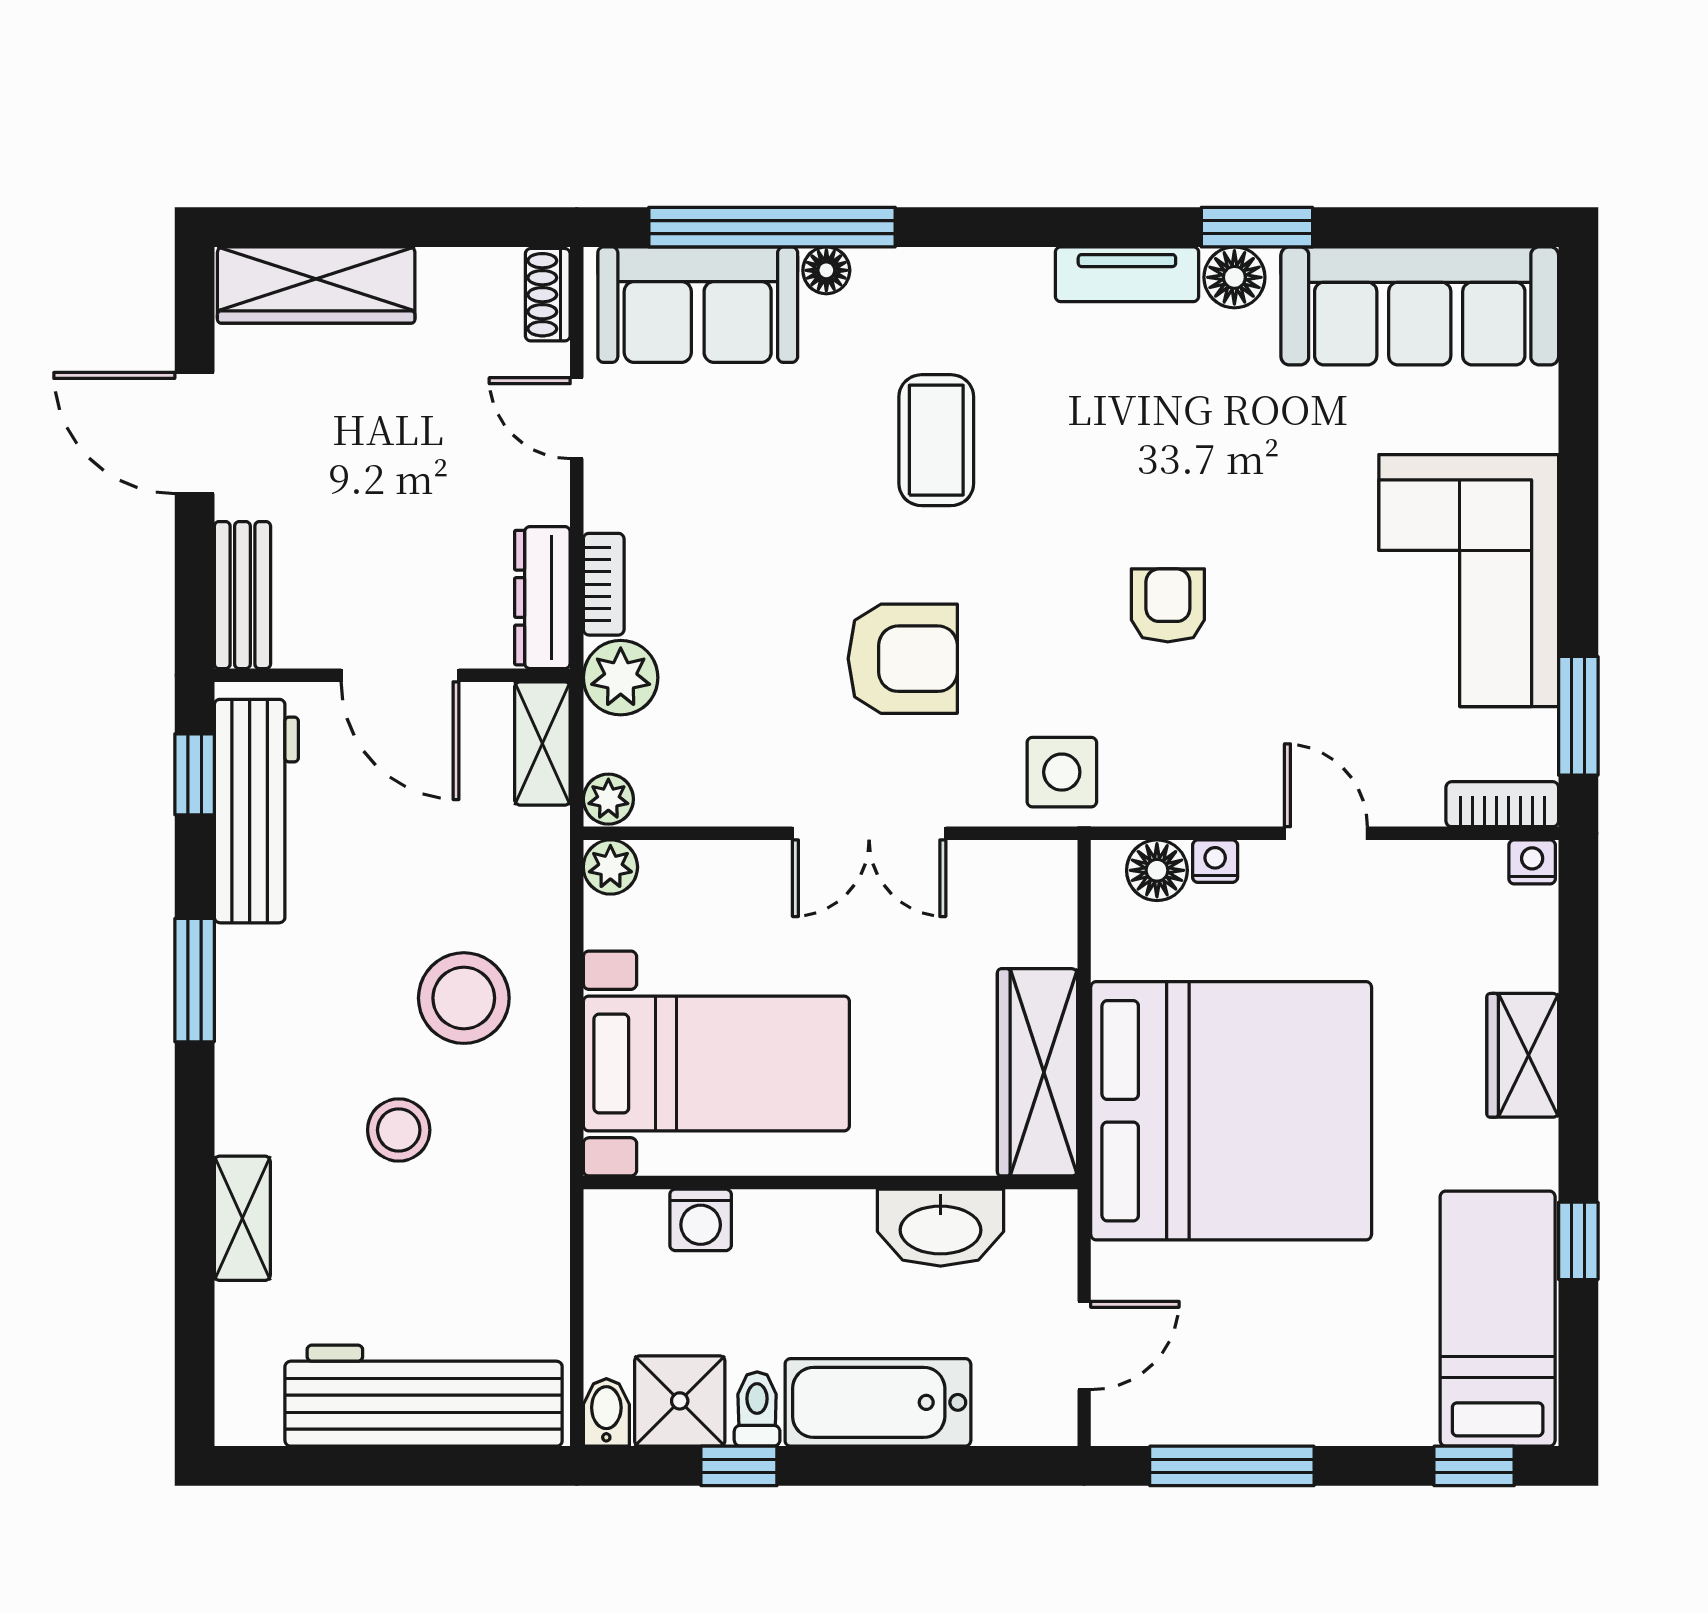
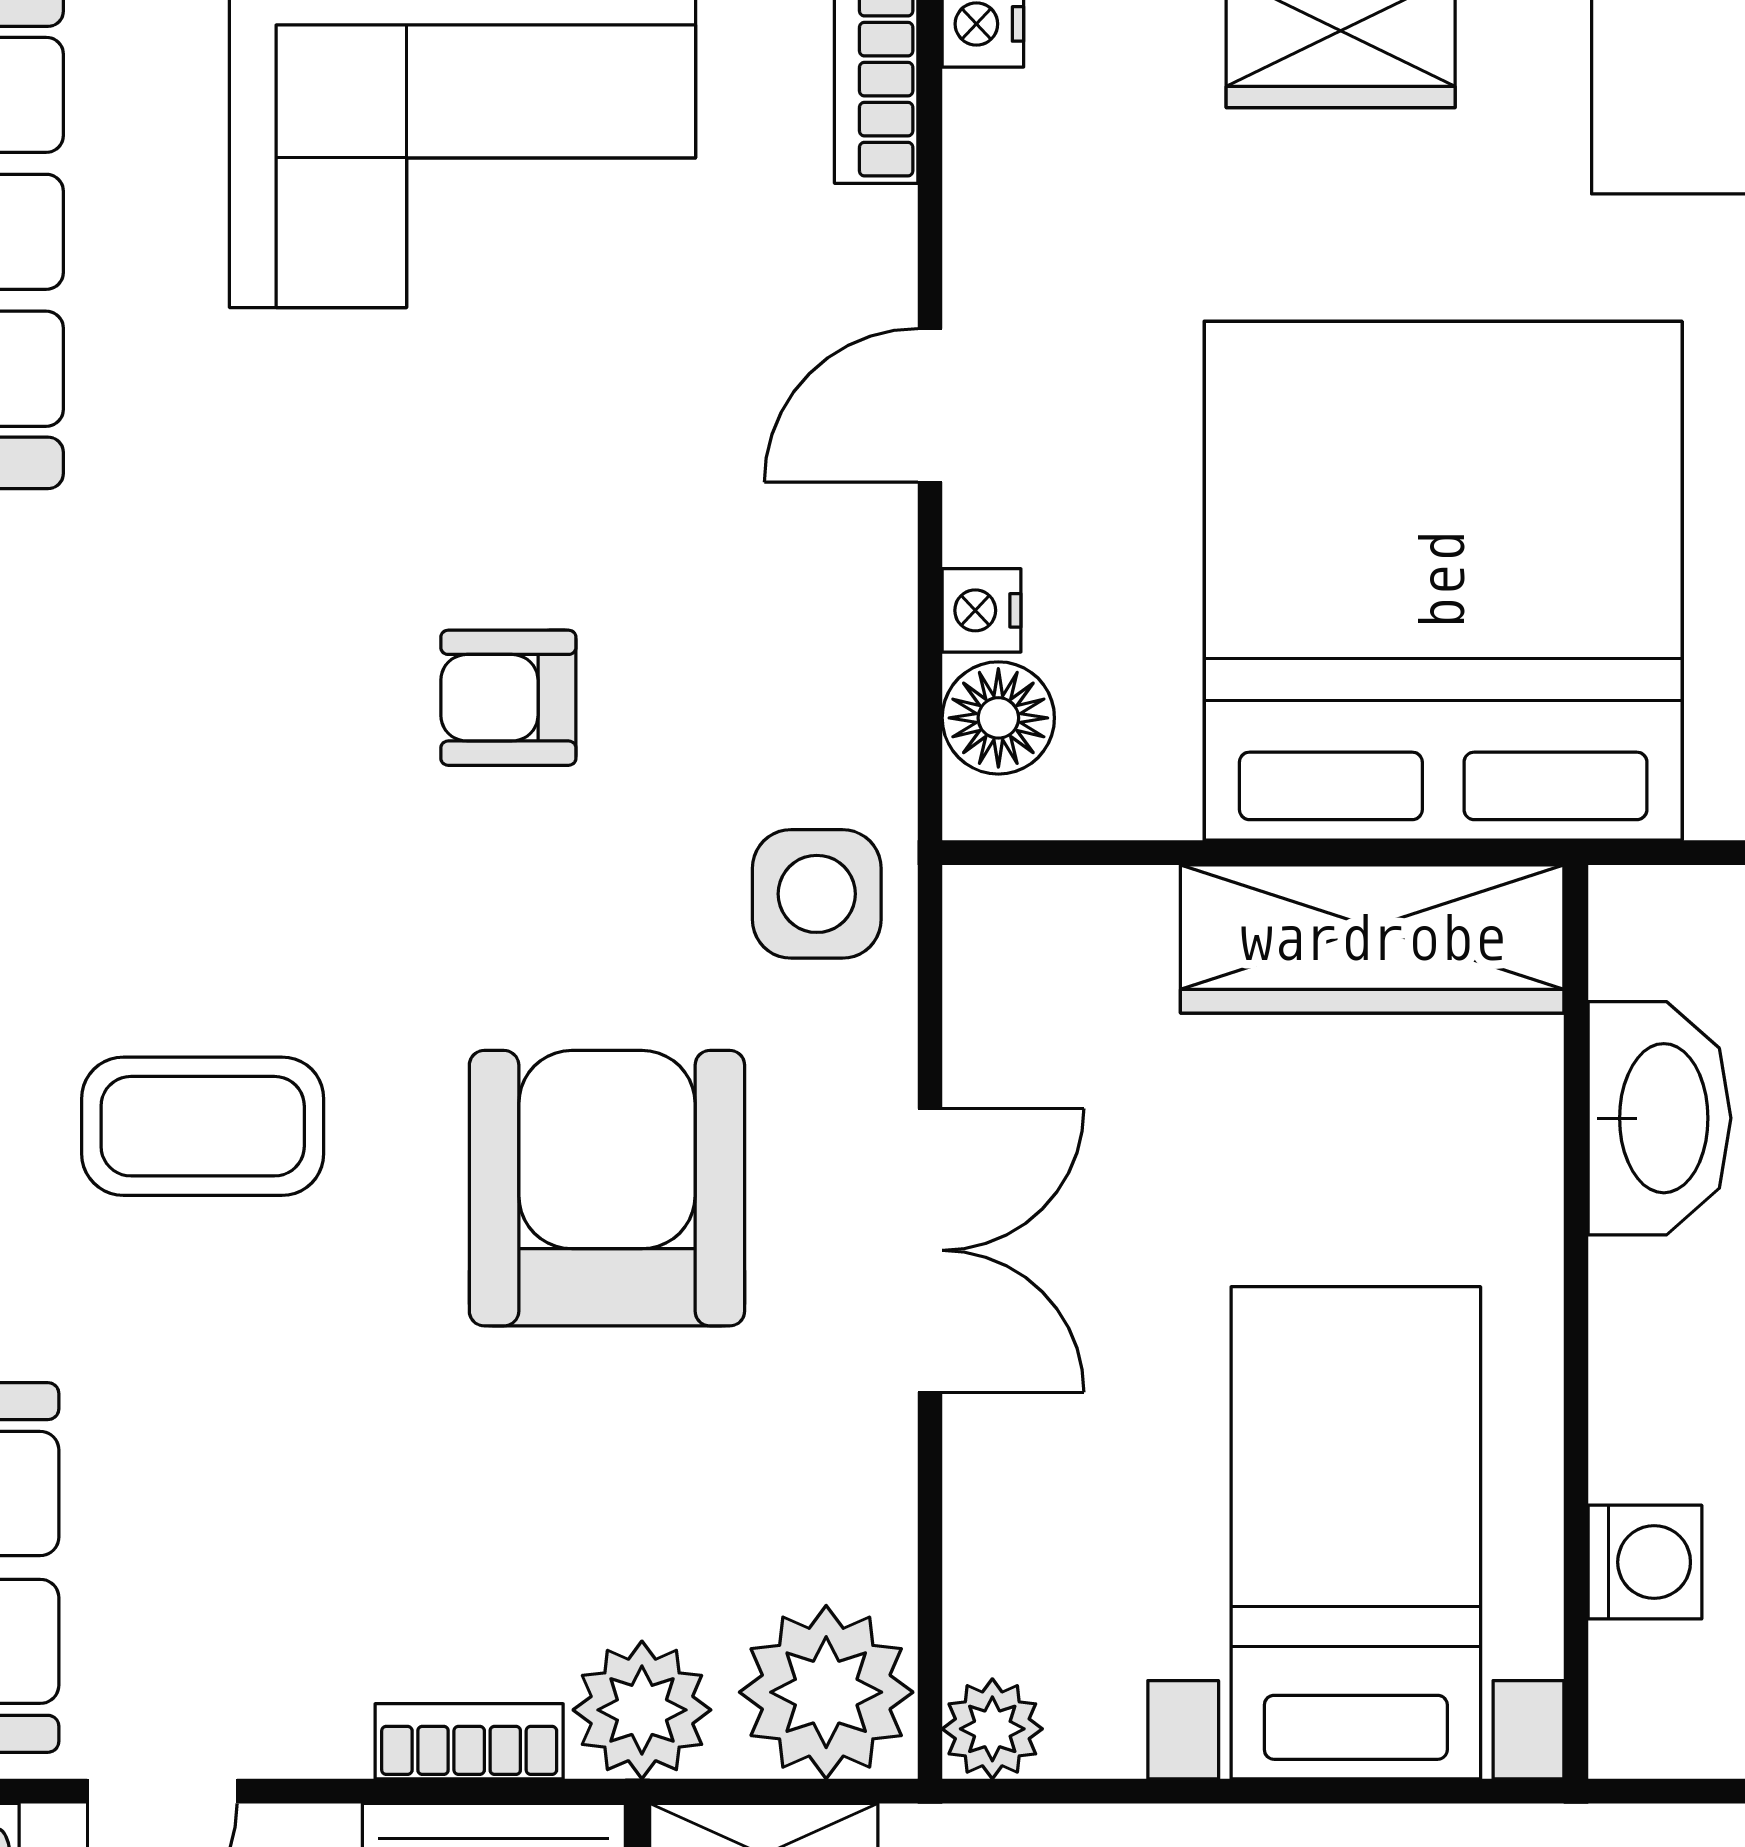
armchair: (903, 659) -> (607, 1188), width x1.36, depth x1.36
plant: (608, 799) -> (826, 1692), width x1.87, depth x1.87

